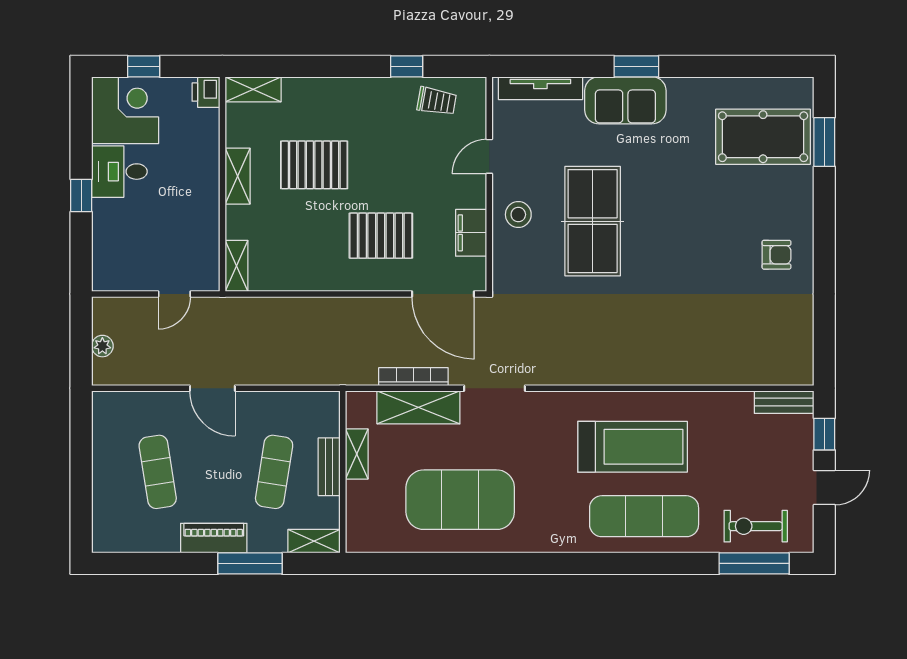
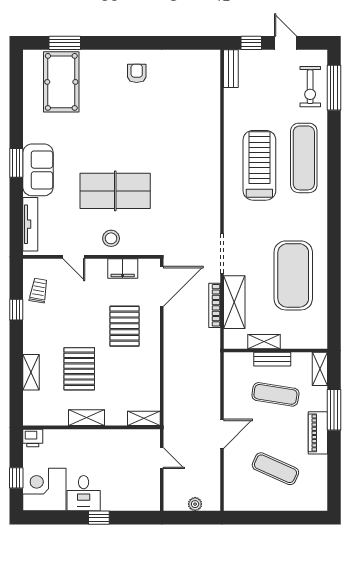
shelving: (253, 89) -> (31, 372), moved
exercise mat: (158, 472) -> (275, 469), turned 33

